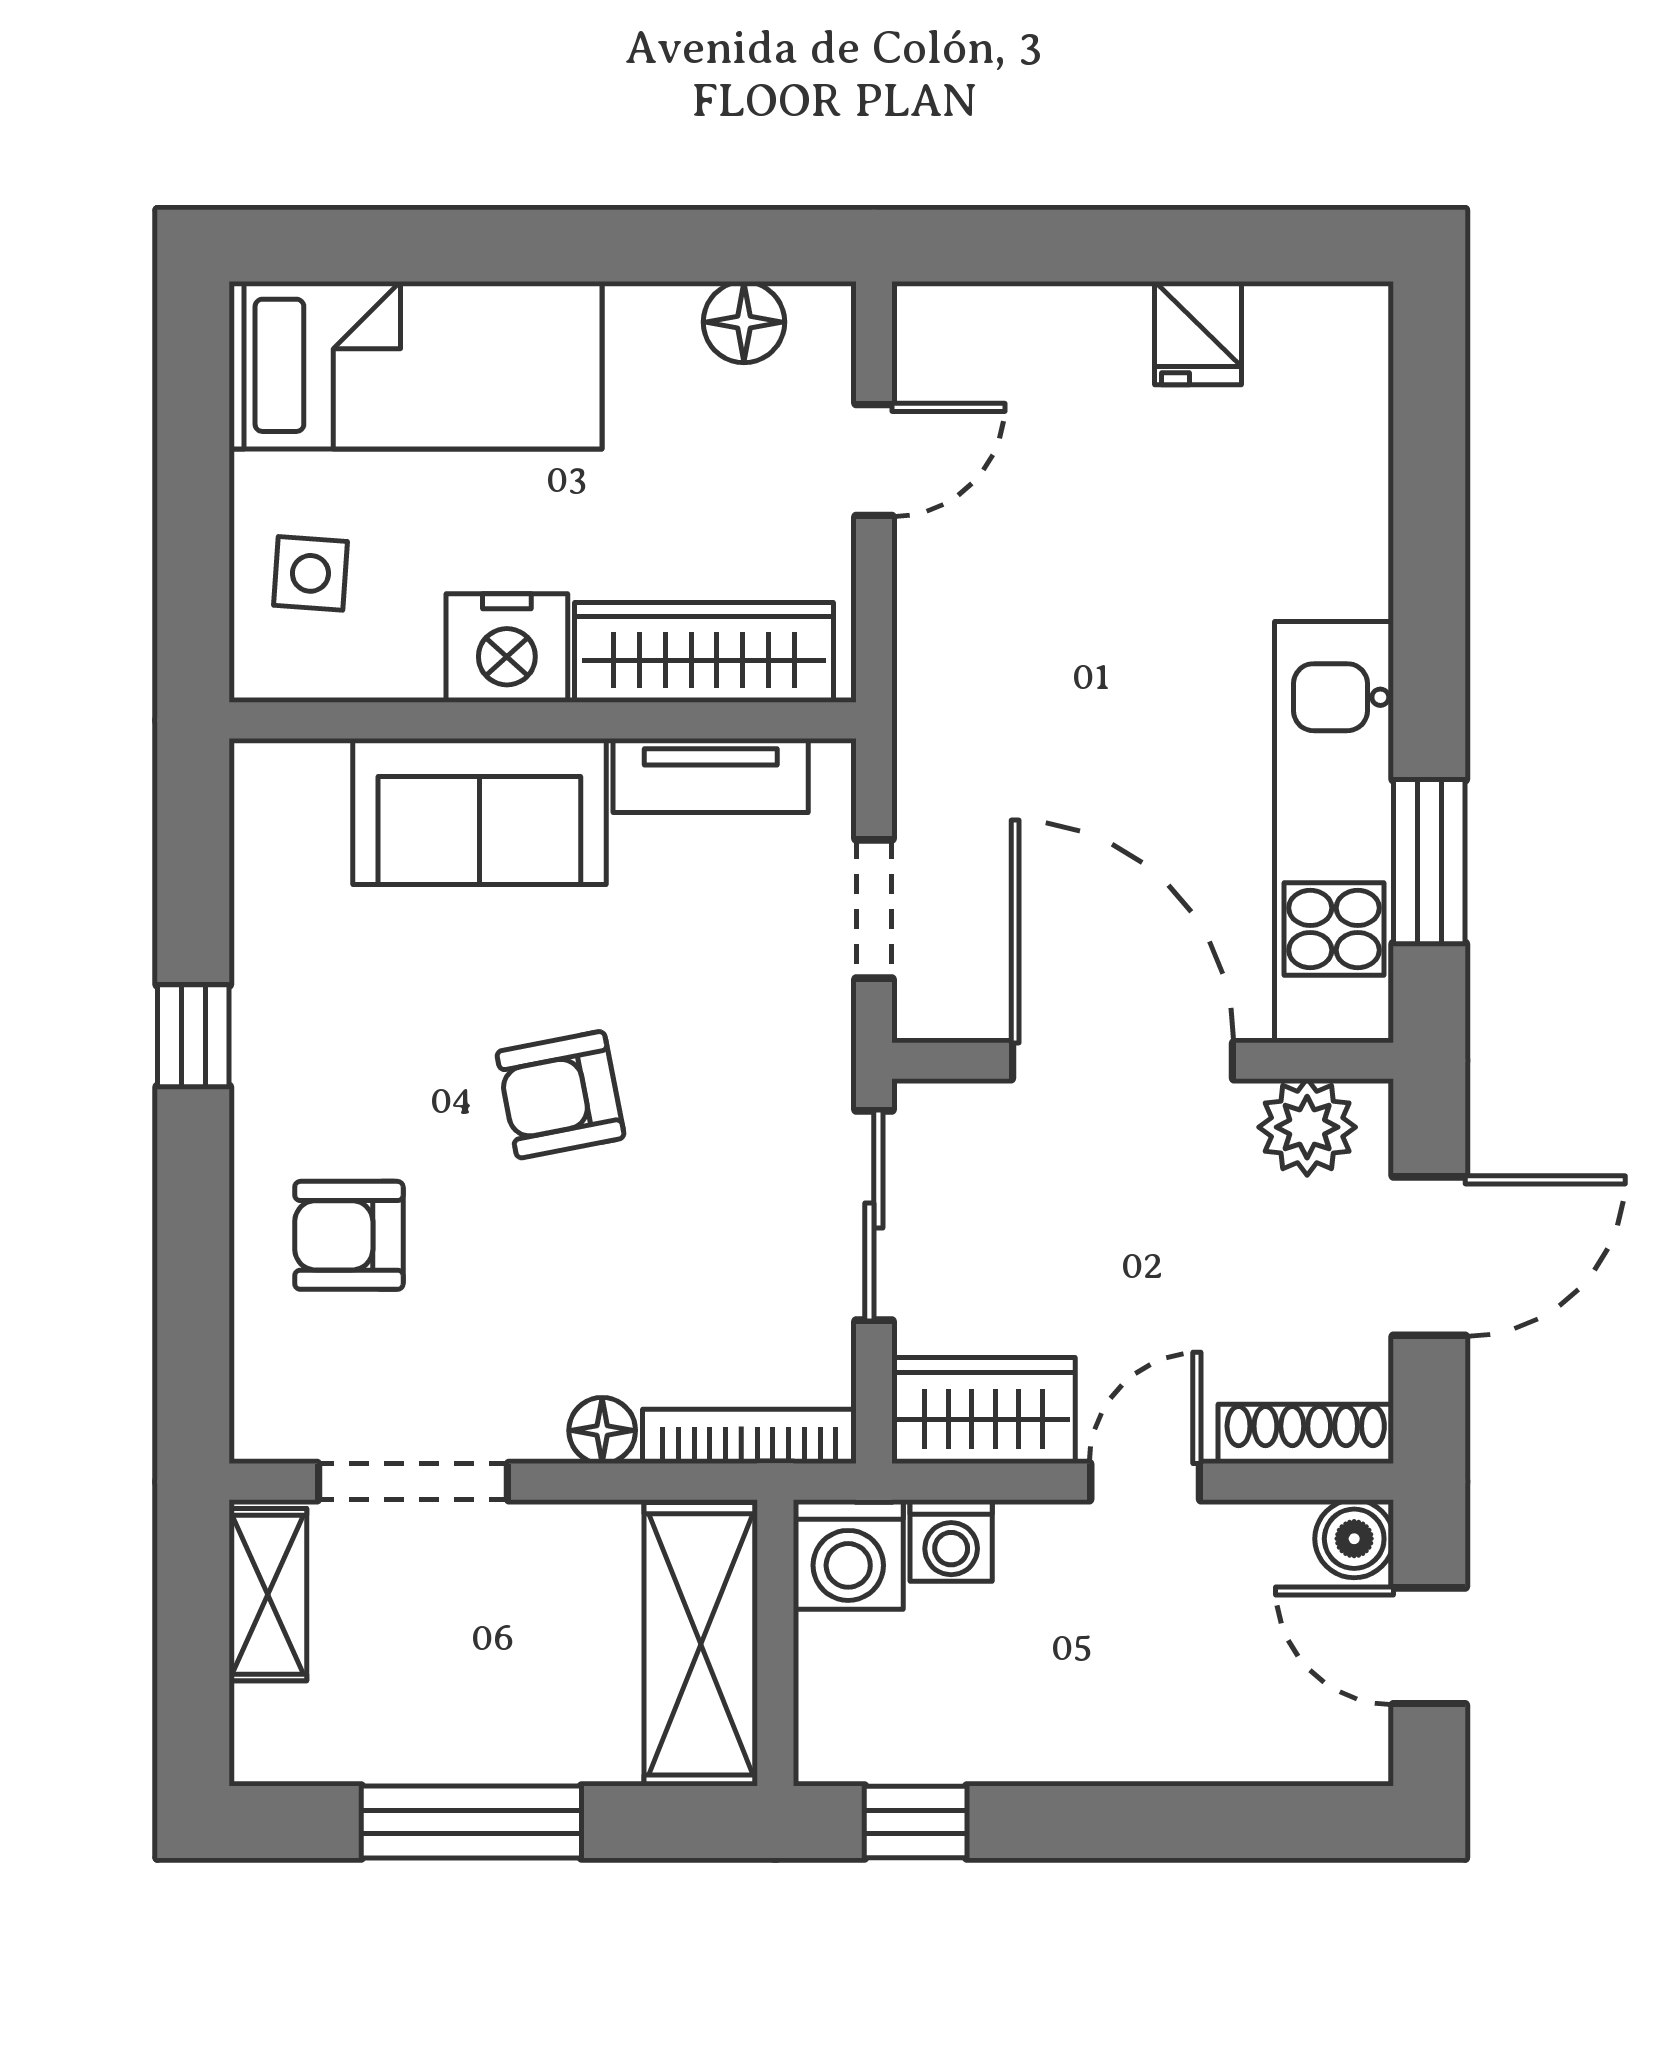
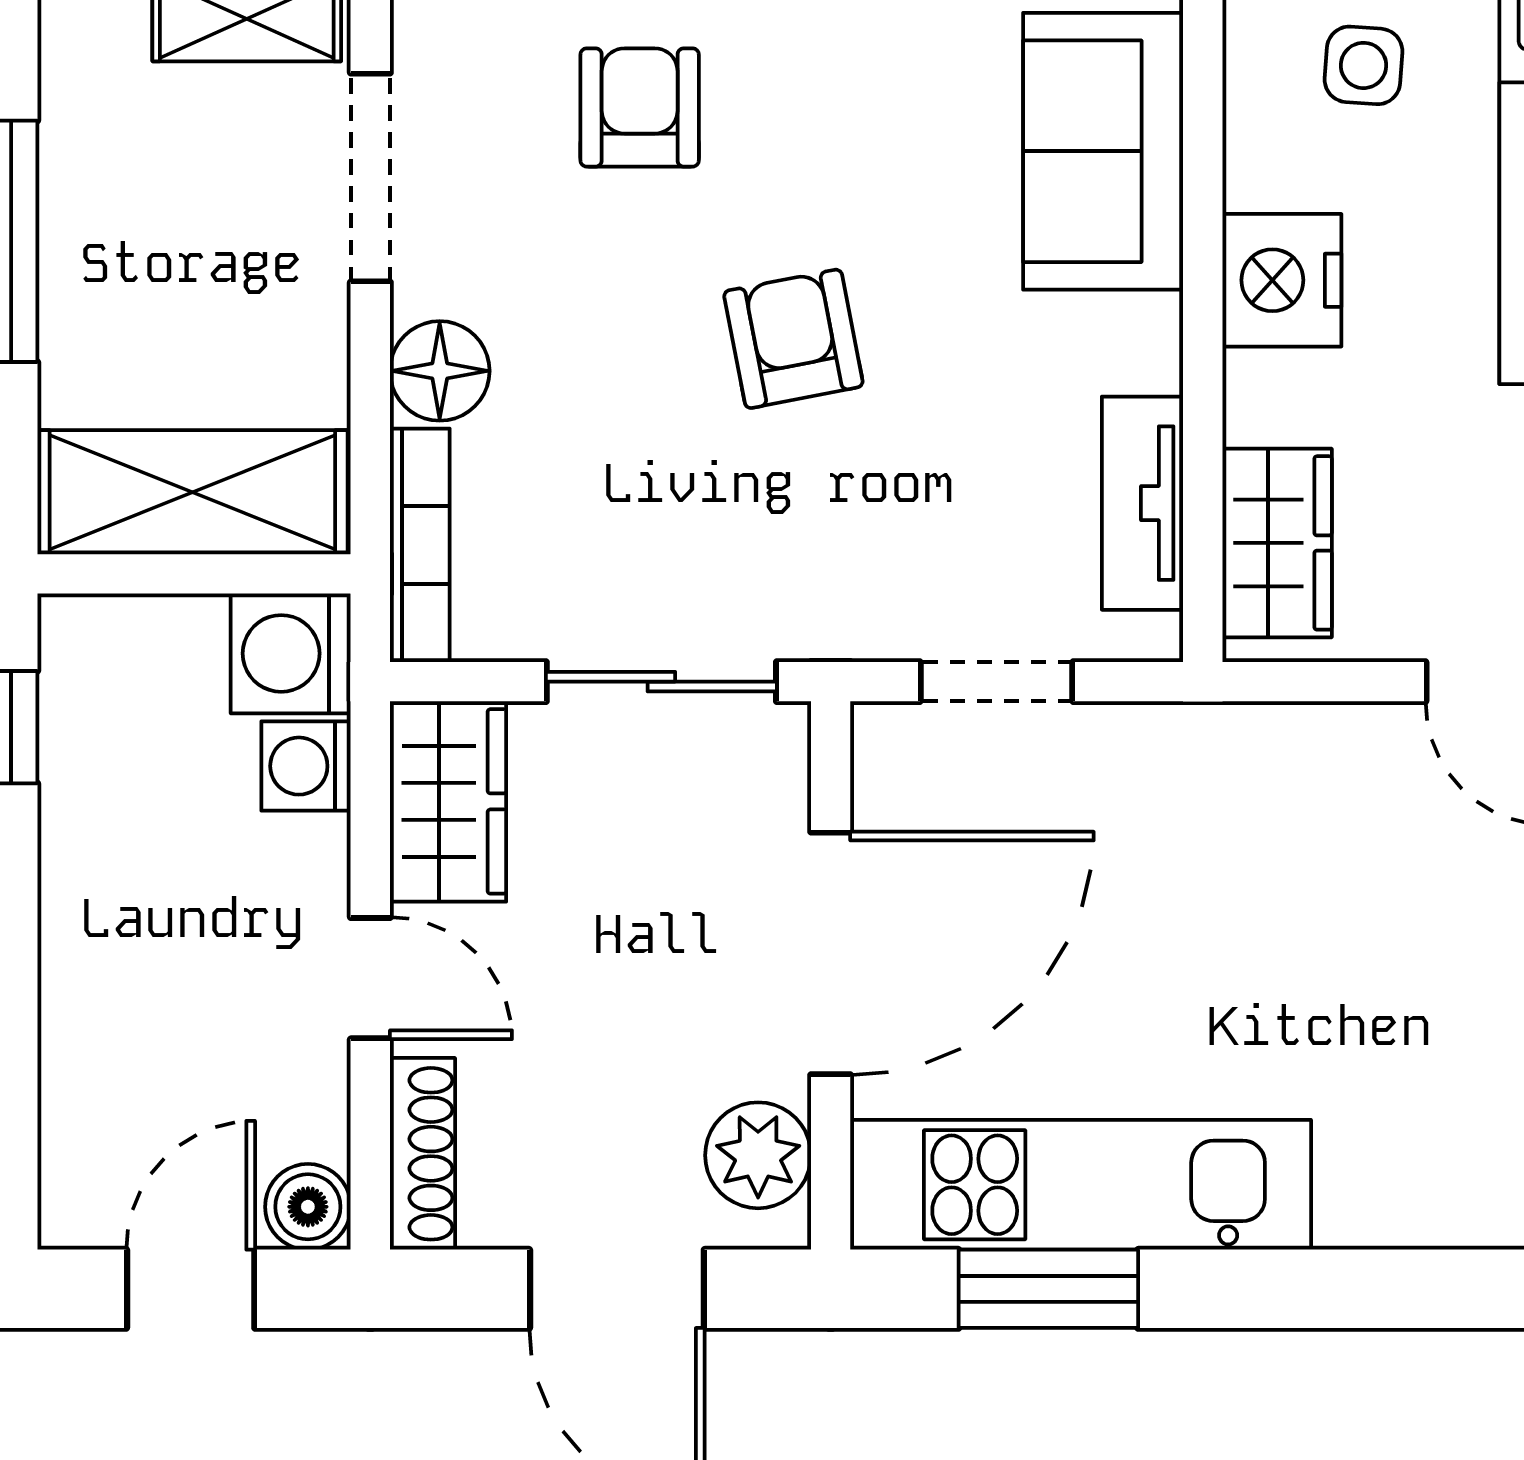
wardrobe: (704, 652) -> (1277, 543), width x0.67
sofa: (479, 811) -> (1103, 151), moved
floor lamp: (602, 1430) -> (440, 371), width x1.37, depth x1.37

